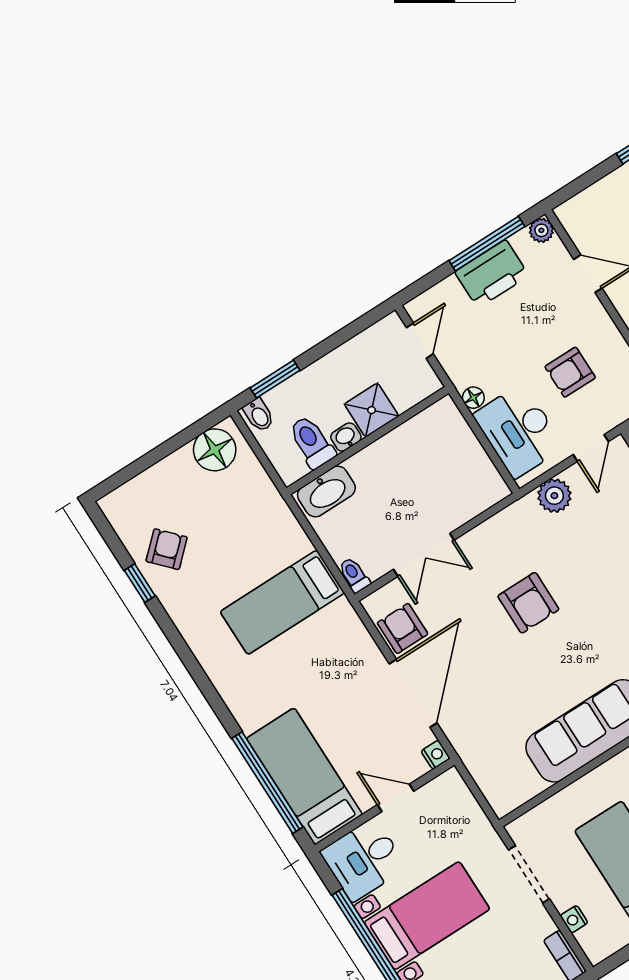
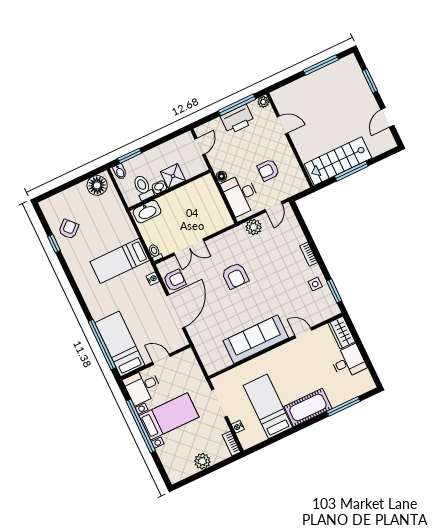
armchair: (403, 628) -> (175, 280), turned 90
nightstand: (436, 755) -> (153, 279), moved

